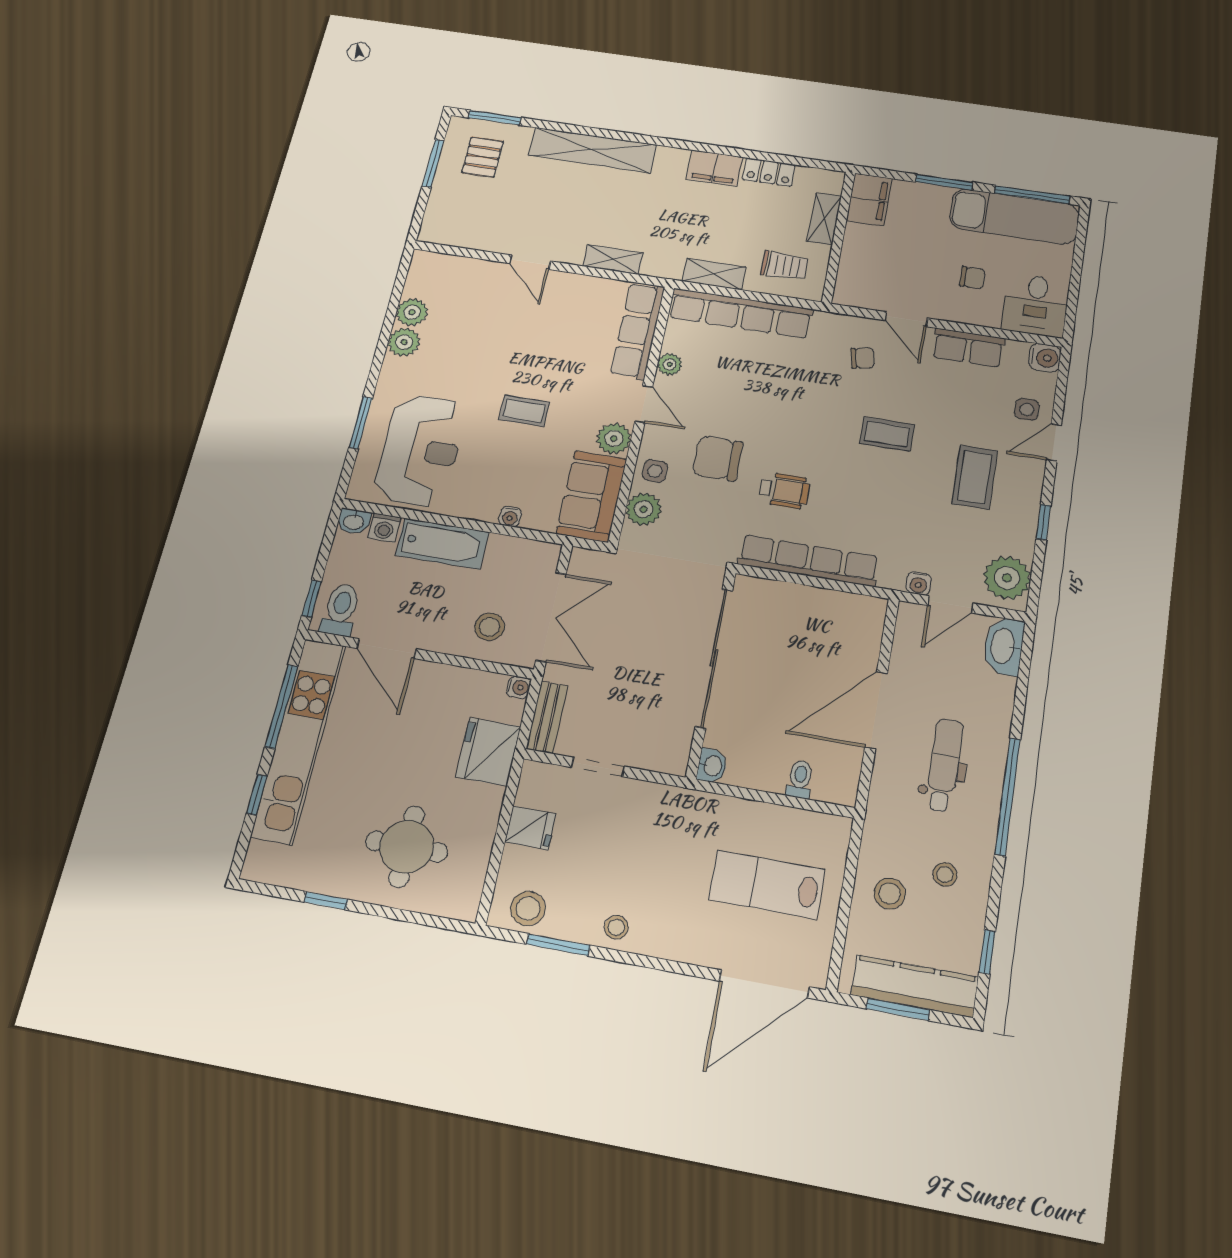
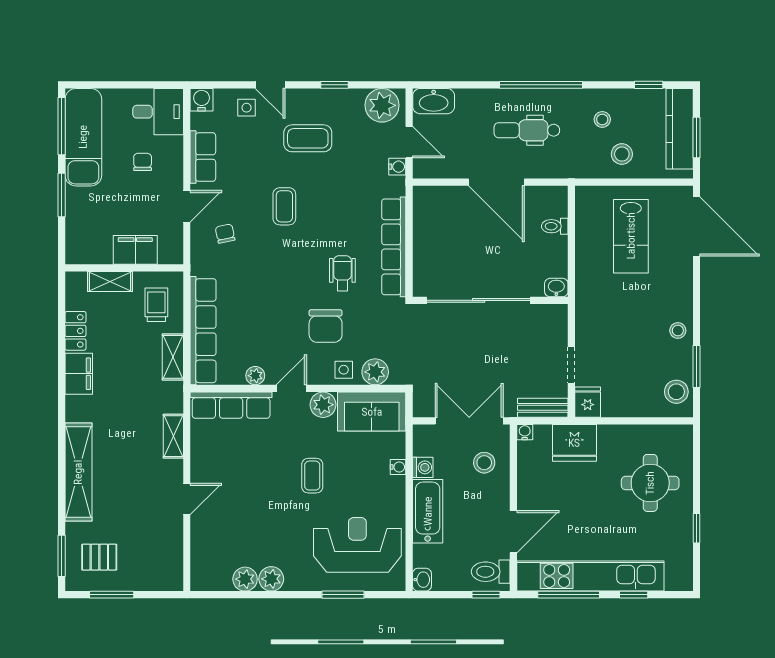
filing cabinet: (869, 199) -> (135, 250), moved
washing machine: (384, 528) -> (423, 467), moved
fridge: (530, 828) -> (588, 402), moved

